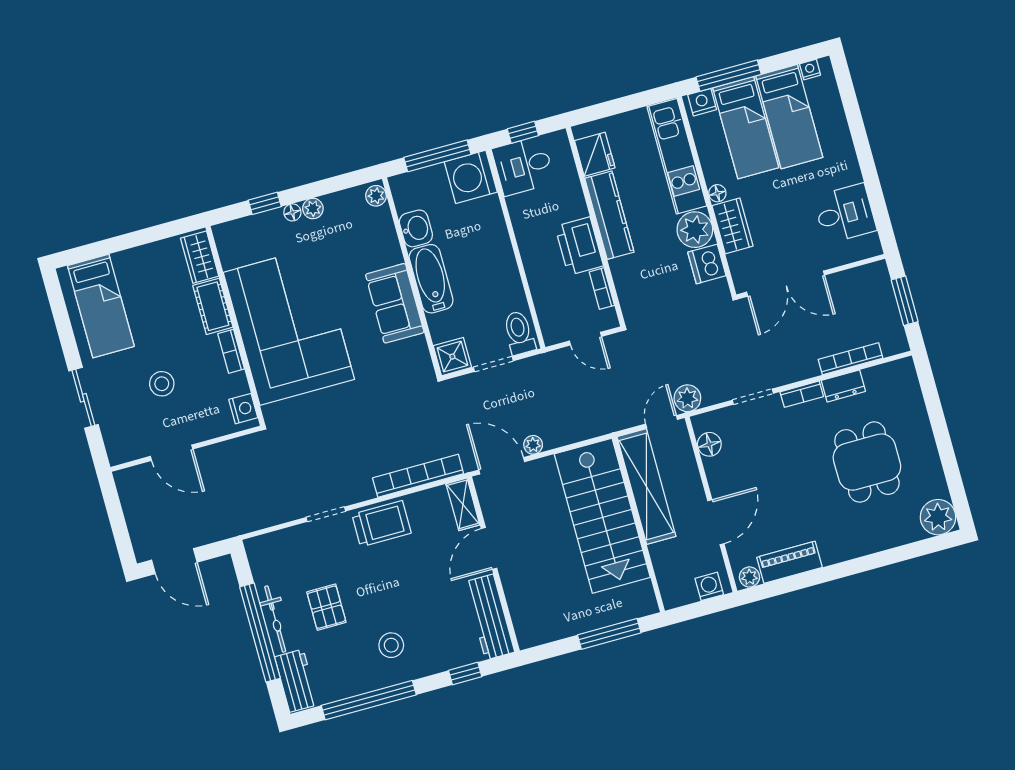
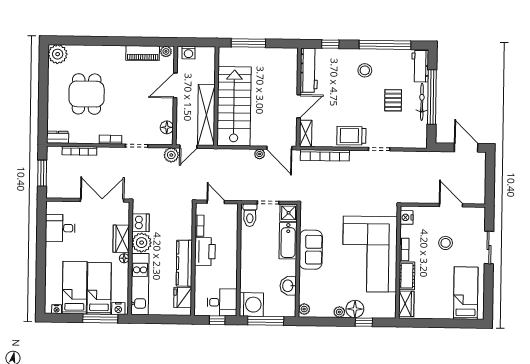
floor lamp: (292, 212) -> (355, 309), width x1.89, depth x1.89
bathtub: (431, 279) -> (288, 241), moved
dresser: (843, 386) -> (58, 137), moved

